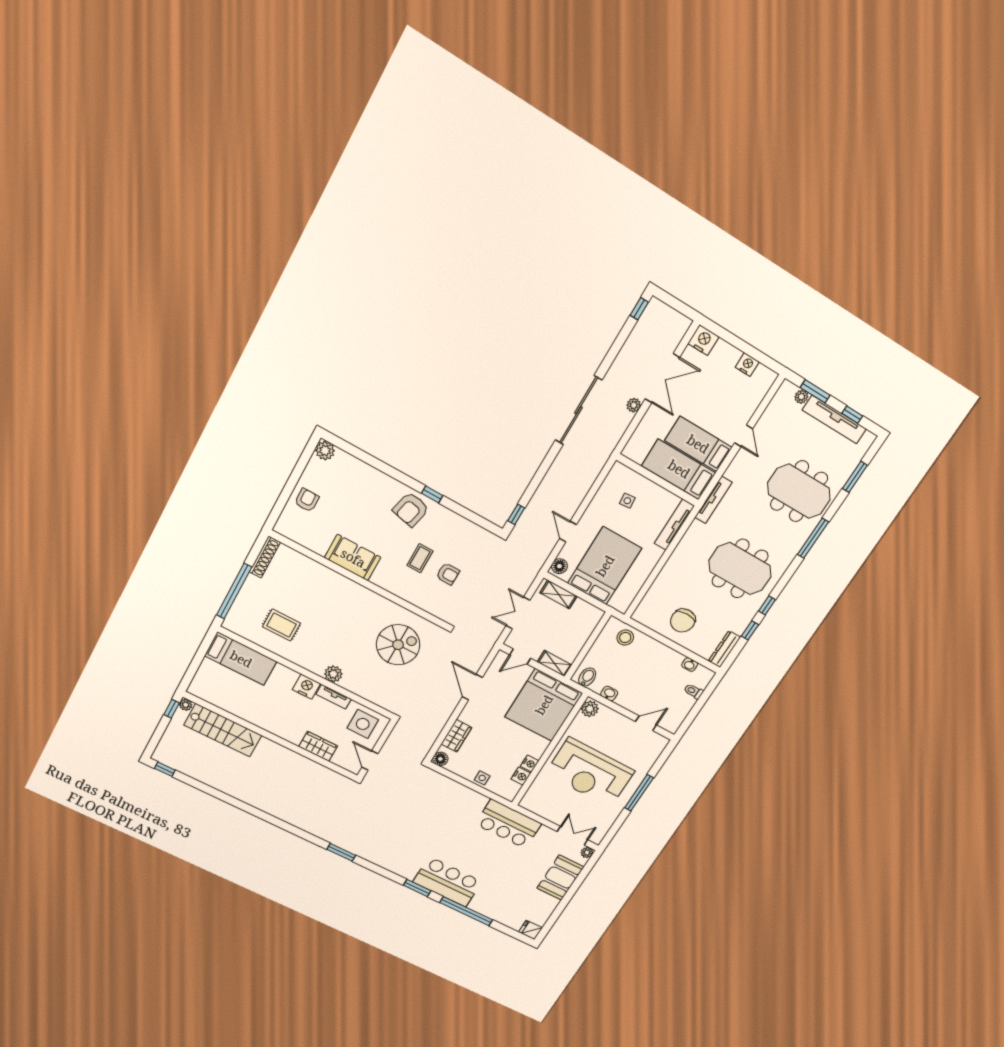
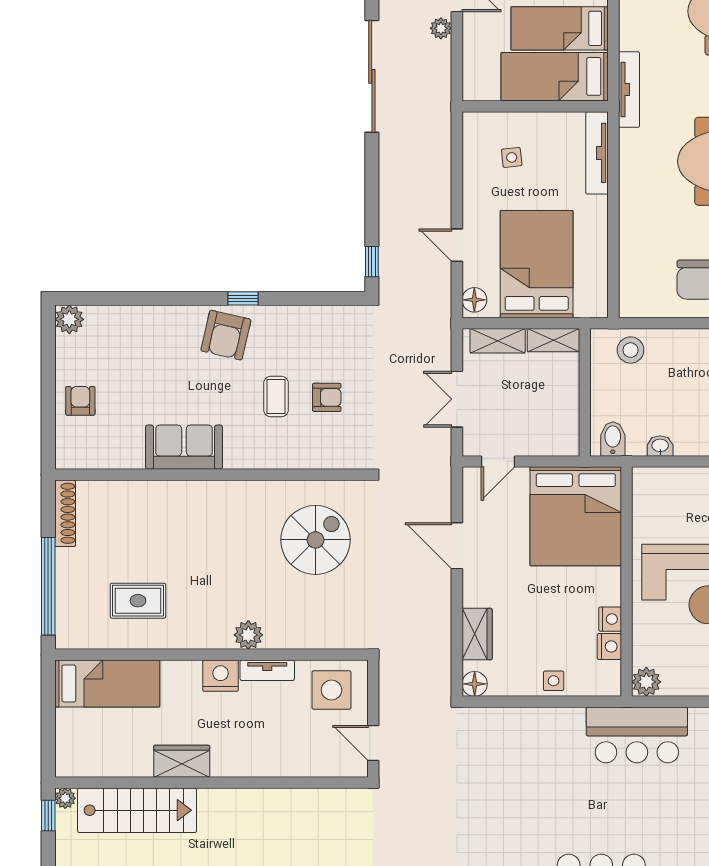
shelving: (555, 663) -> (553, 340), moved
plant: (590, 709) -> (646, 682), moved
wardrobe: (318, 746) -> (182, 761), moved

